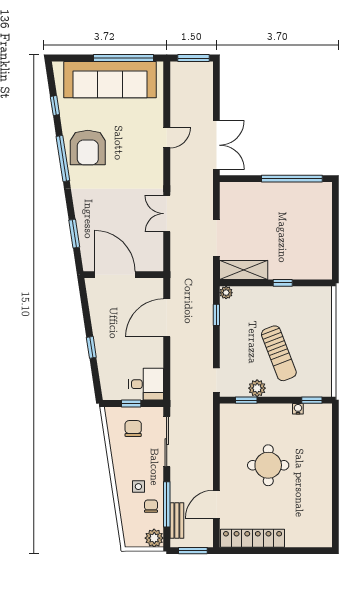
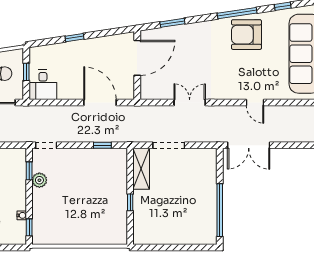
plant: (226, 293) -> (122, 154), removed
sun lounger: (279, 353) -> (69, 199), removed

